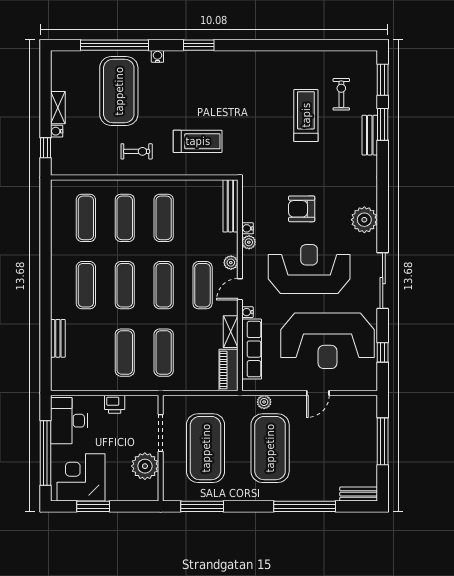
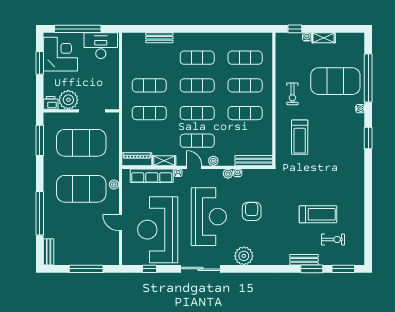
printer: (115, 404) -> (51, 103), moved, turned 90

